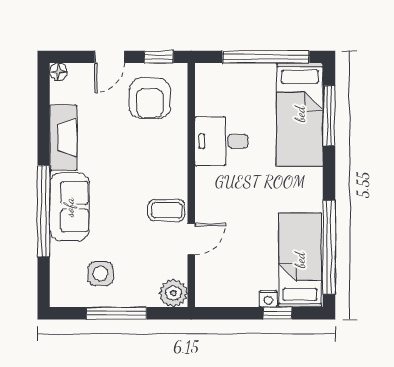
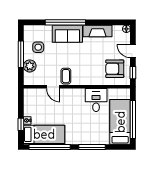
bed: (300, 114) -> (120, 122), moved, turned 90
window: (329, 116) -> (92, 147), moved
plant: (173, 293) -> (30, 66), moved

